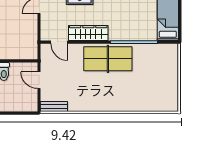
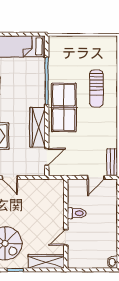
door: (39, 80) -> (96, 177), moved
sun lounger: (126, 91) -> (96, 88), added

